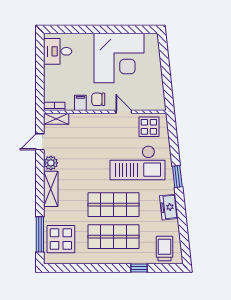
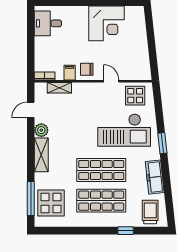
corner desk: (119, 58) -> (107, 23), width x0.74, depth x0.74
shelving: (56, 119) -> (59, 88), moved
freezer: (169, 207) -> (155, 177), width x1.40

